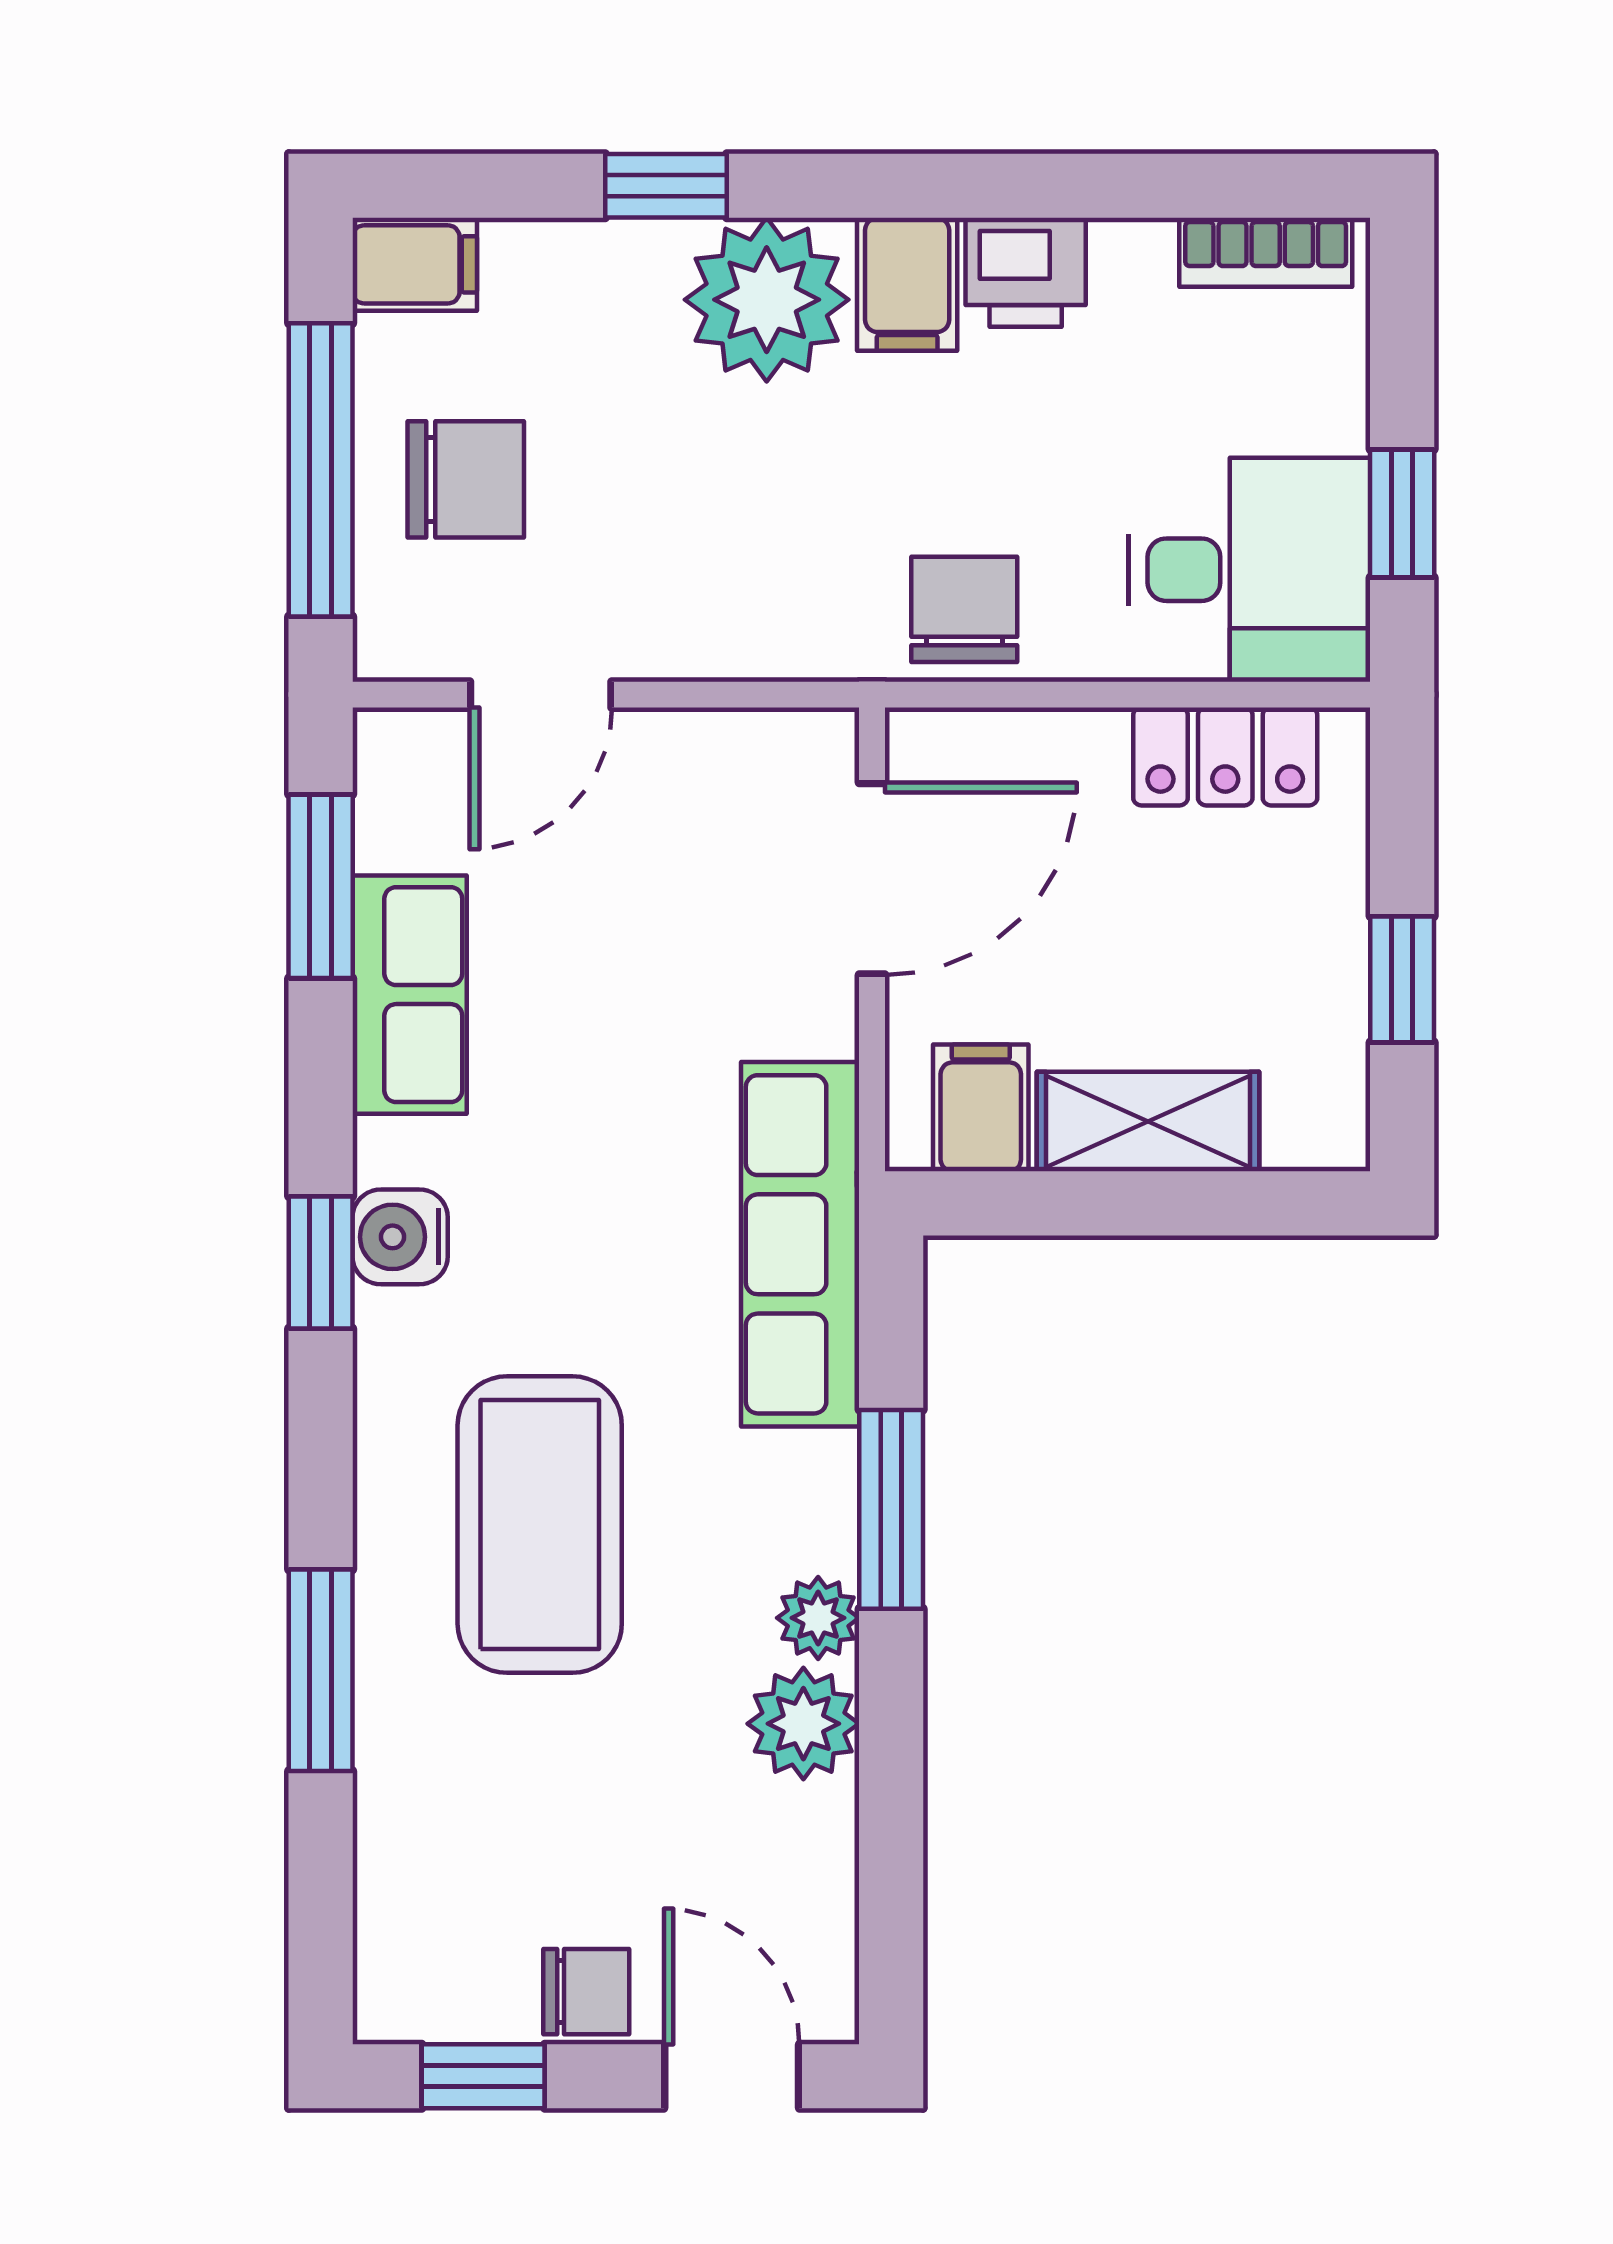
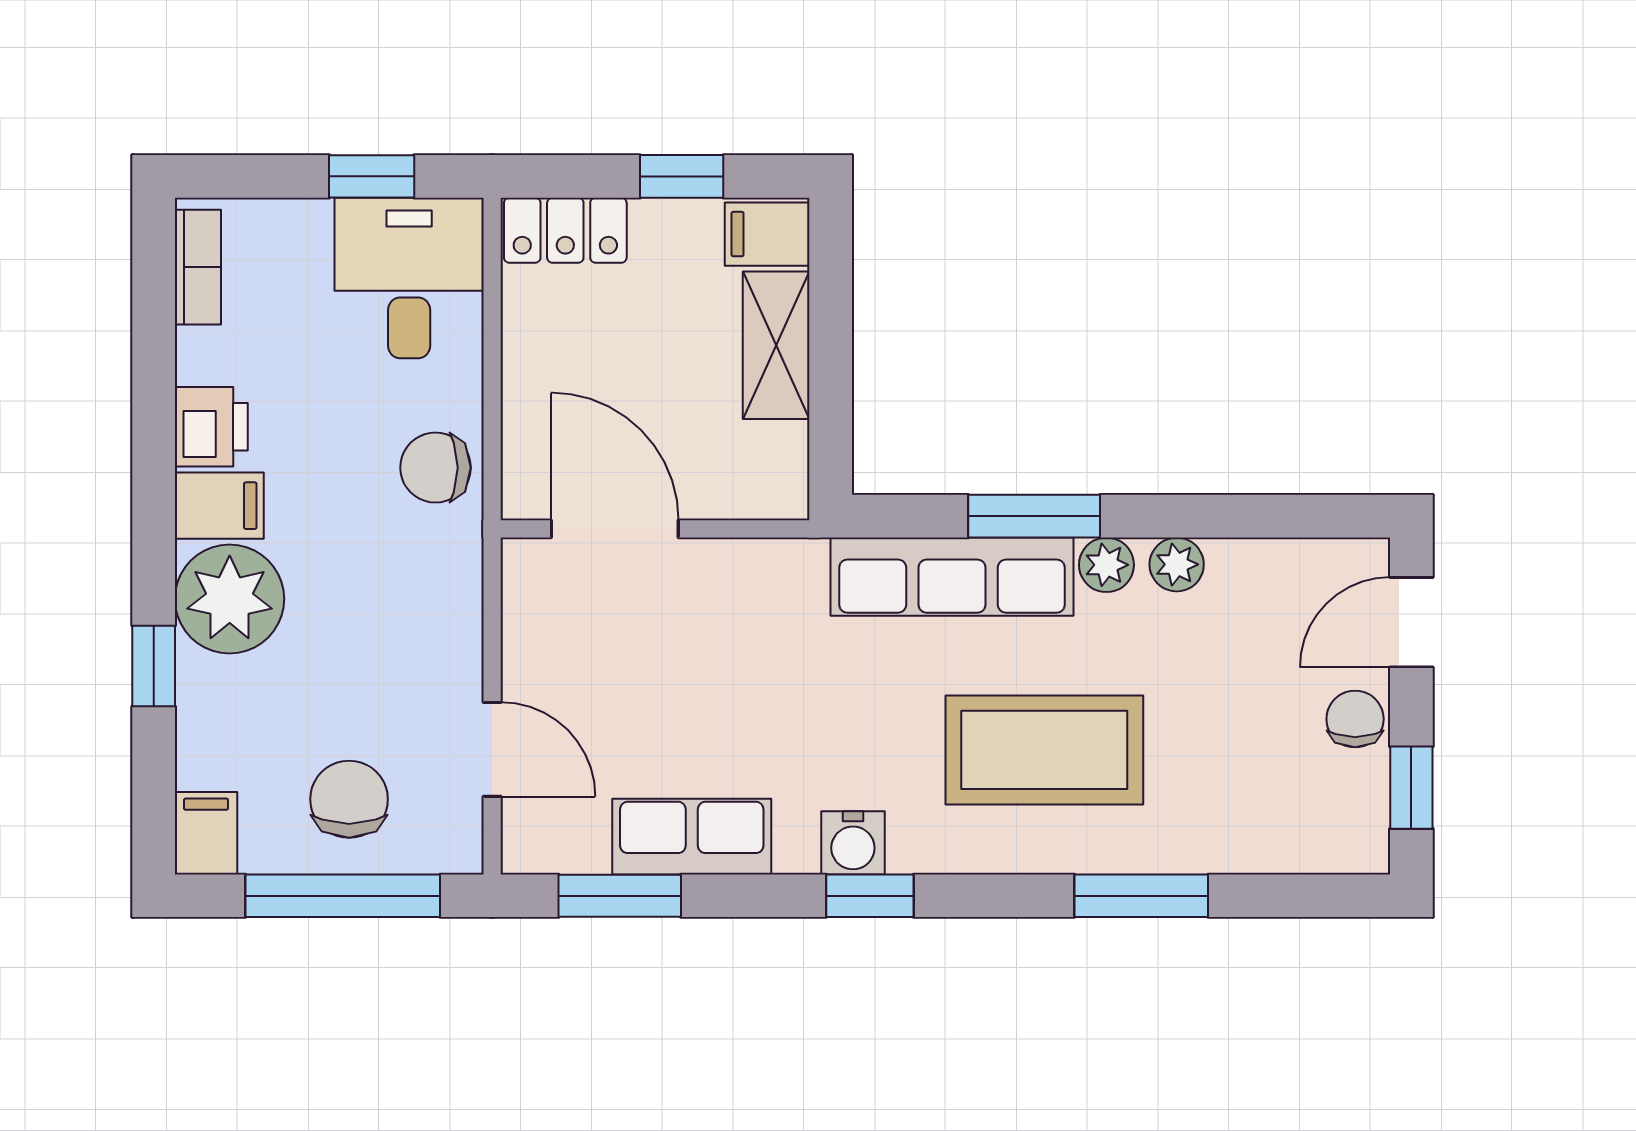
locker: (1225, 756) -> (565, 230), moved, turned 90
filing cabinet: (981, 1108) -> (767, 234), moved
row of seats: (800, 1244) -> (952, 577), moved
plant: (803, 1724) -> (1177, 564), width x0.73, depth x0.73

